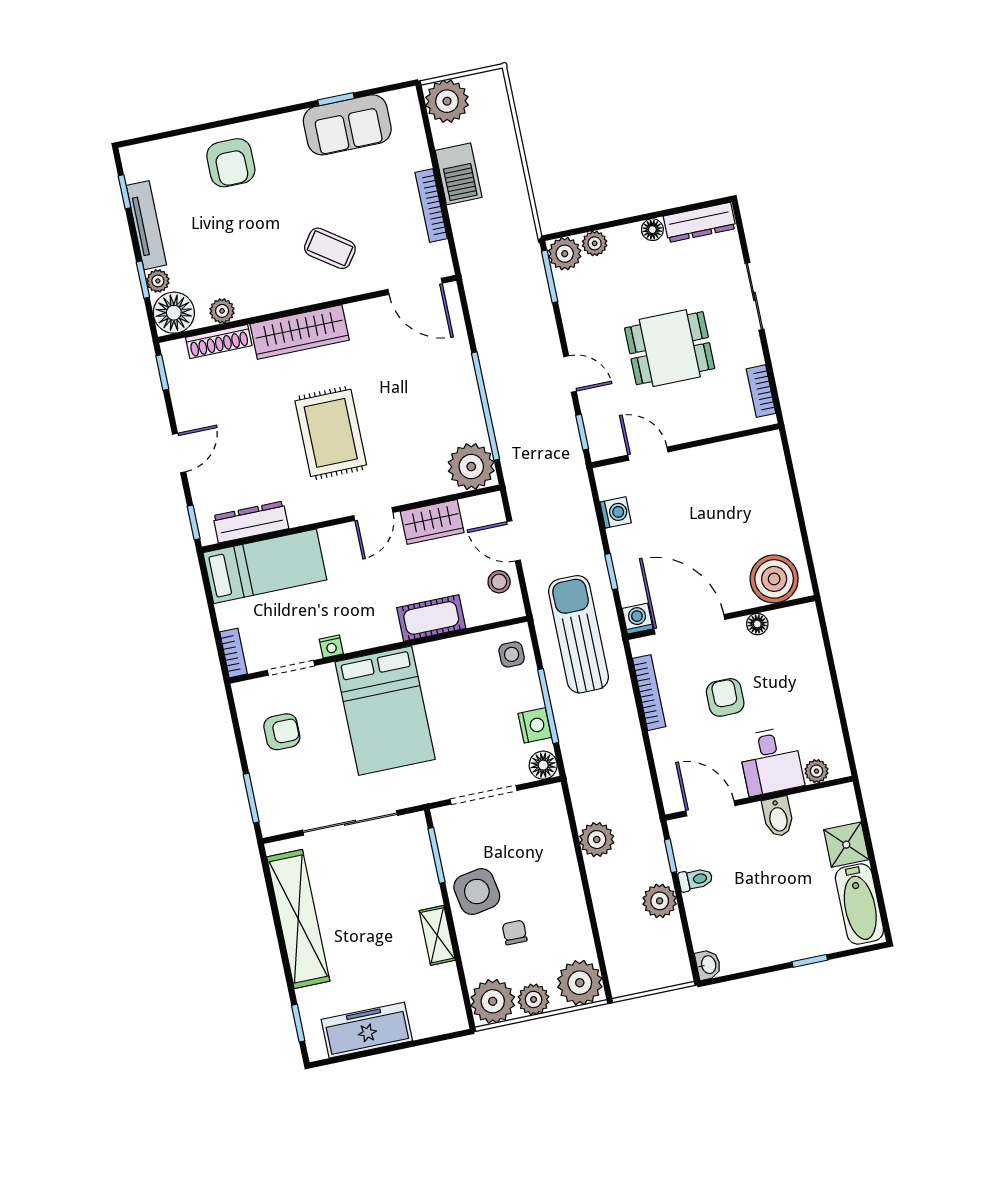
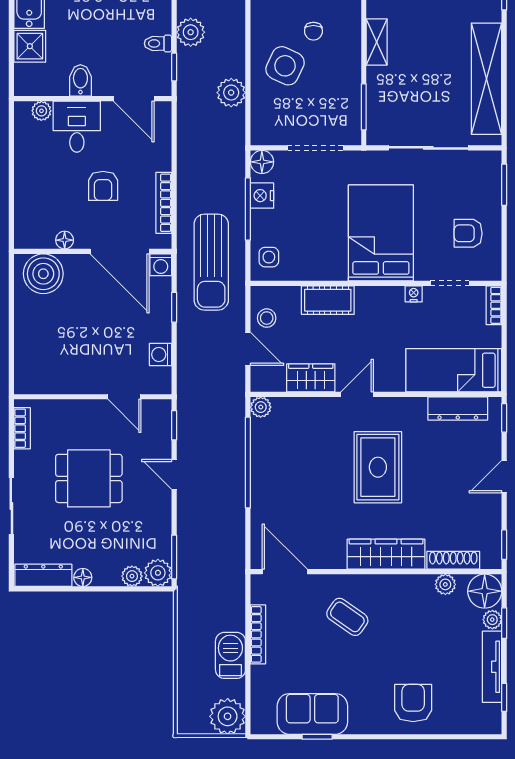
plant: (471, 467) -> (261, 407), width x0.53, depth x0.53
side table: (477, 892) -> (285, 66), moved, turned 35

